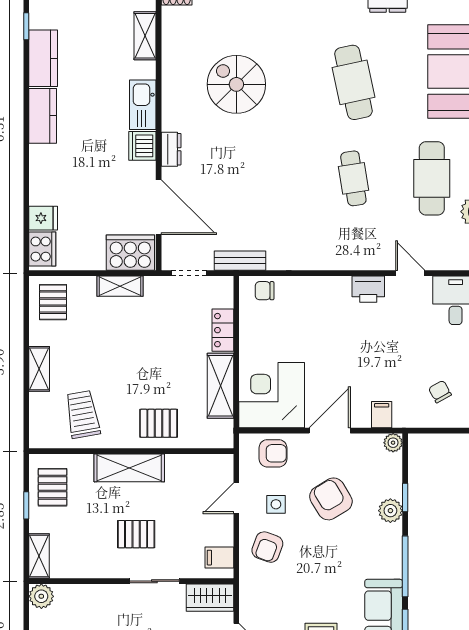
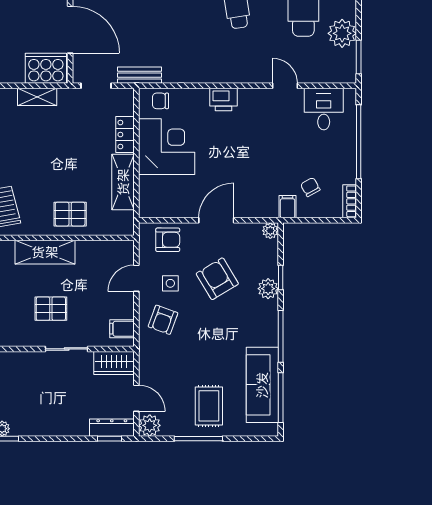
printer: (368, 289) -> (223, 99), moved
corner desk: (272, 395) -> (167, 147), moved, turned 90
filing cabinet: (382, 415) -> (288, 207), moved

